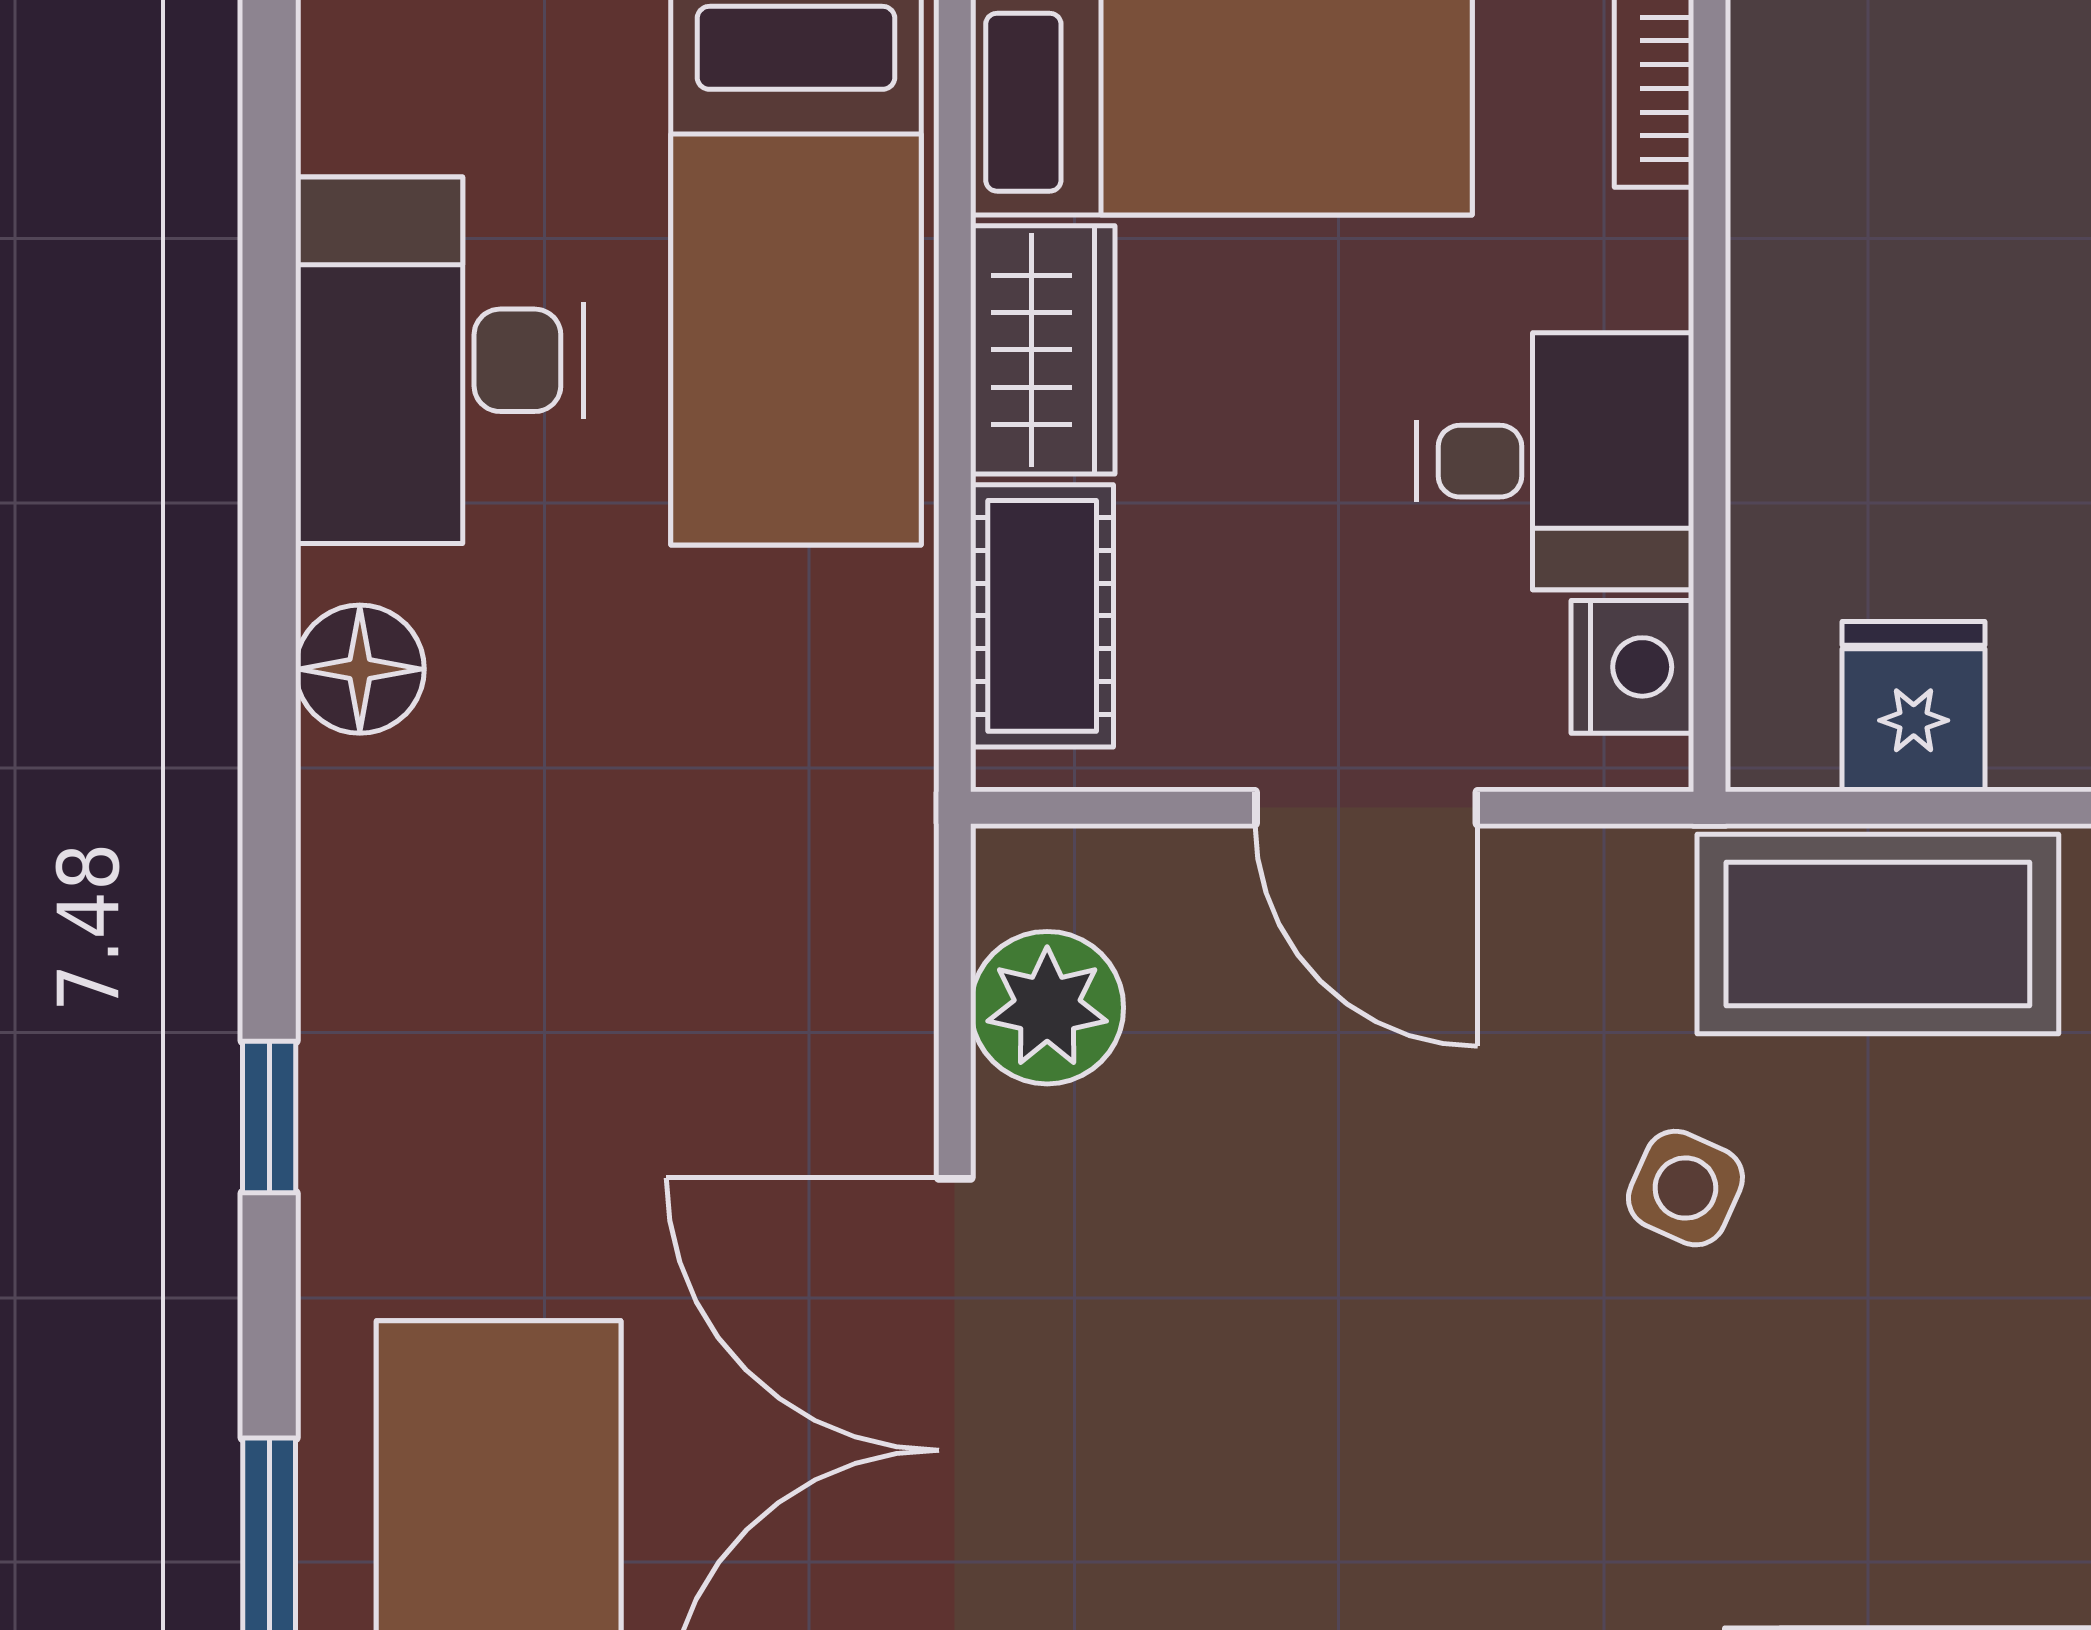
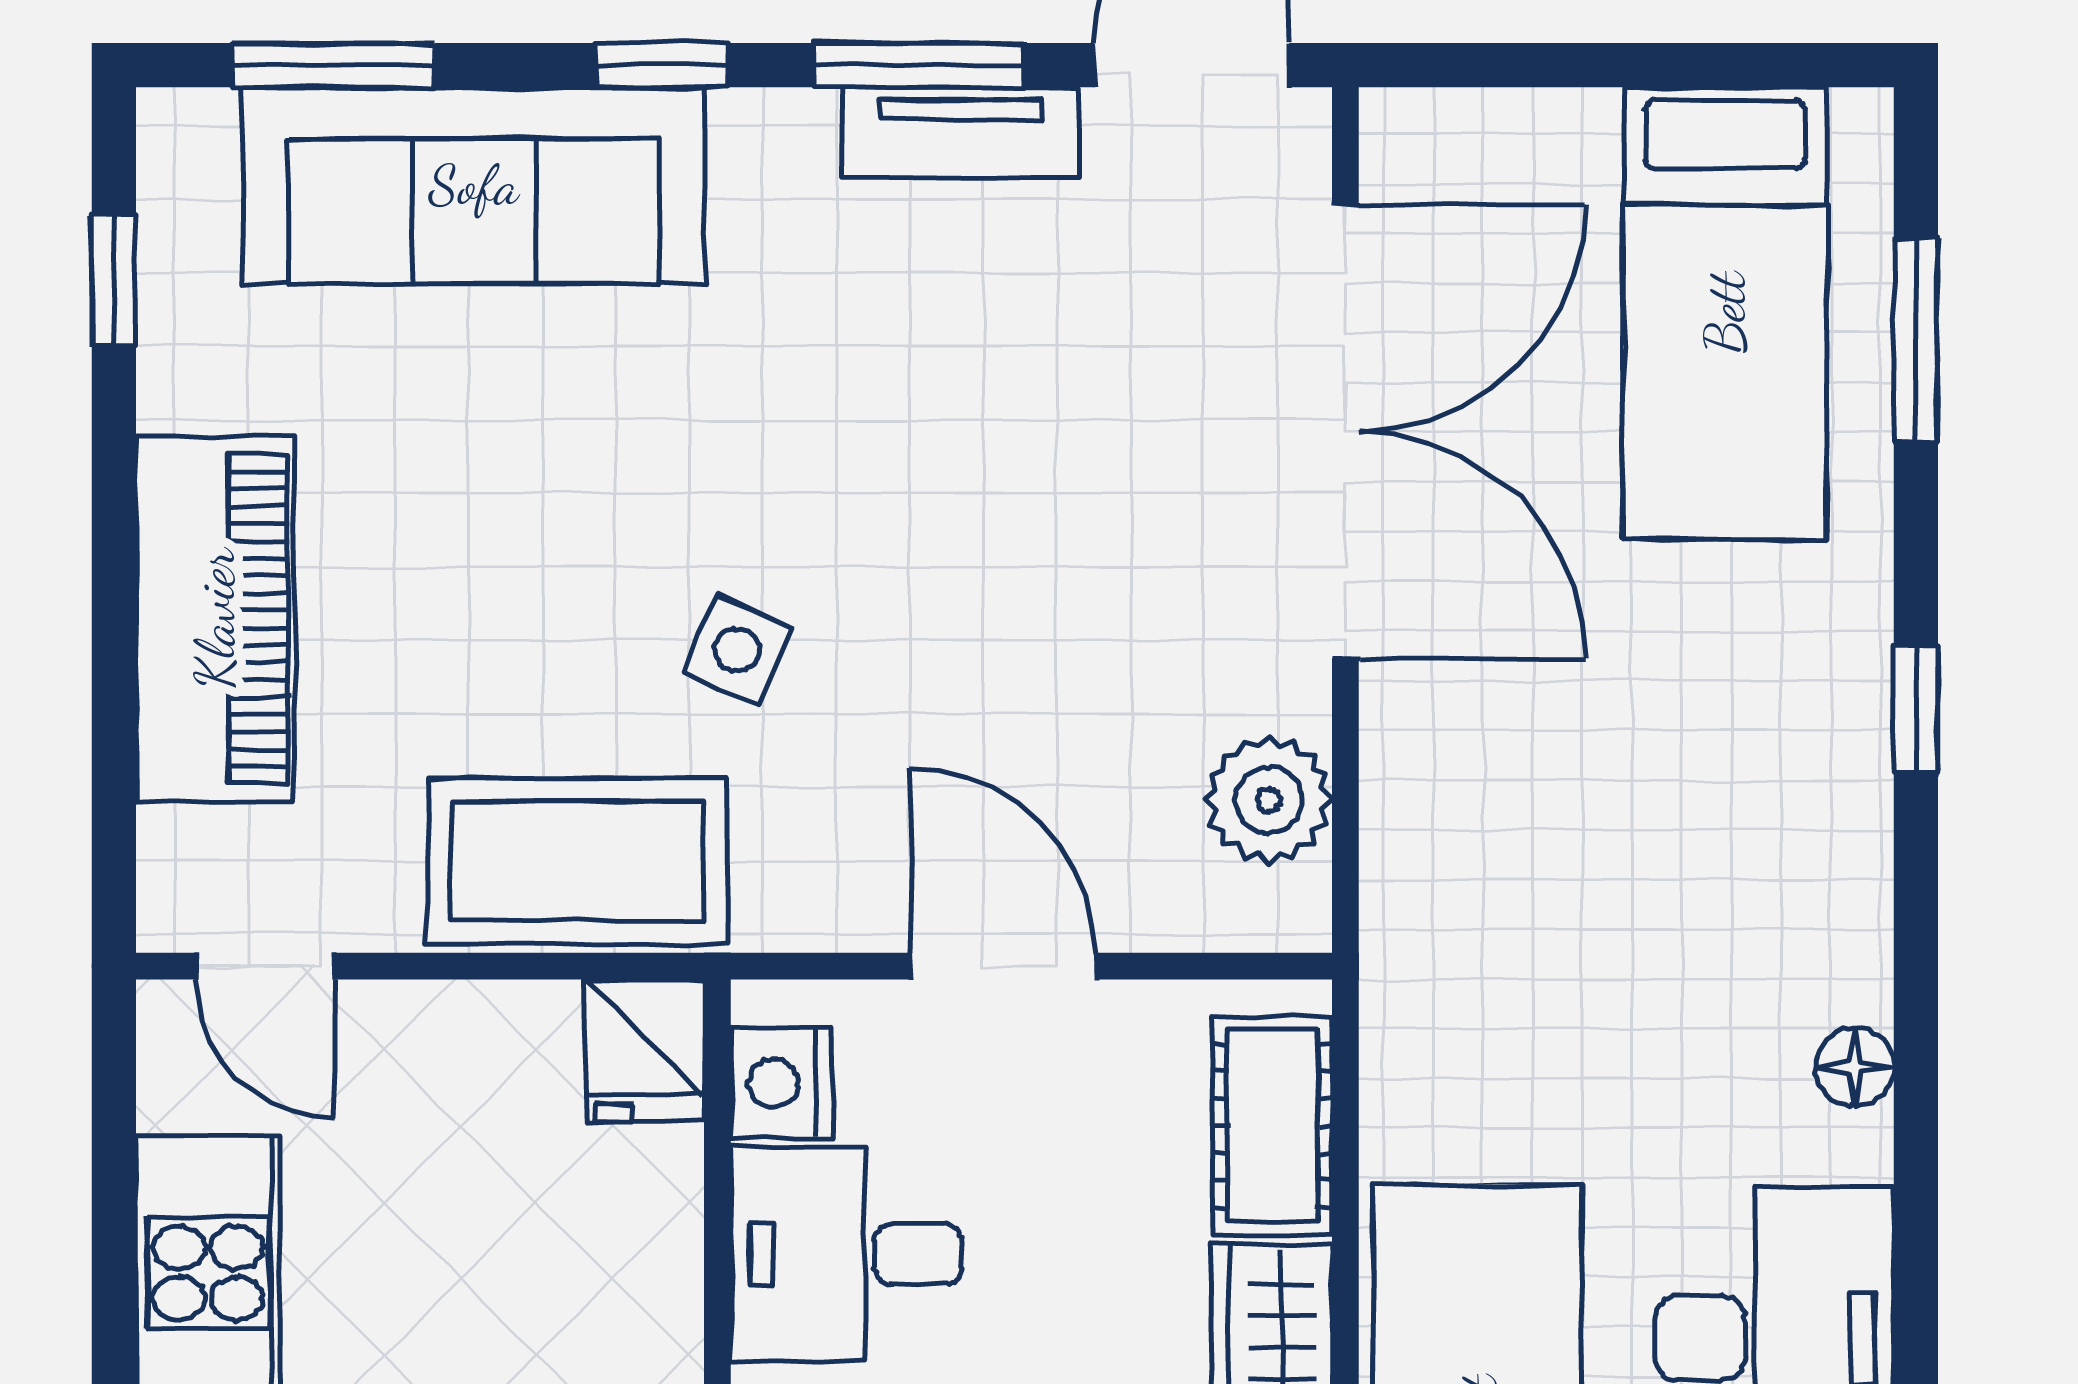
floor lamp: (360, 669) -> (1855, 1067), width x0.73, depth x0.73
fridge: (1914, 707) -> (645, 1050), moved

